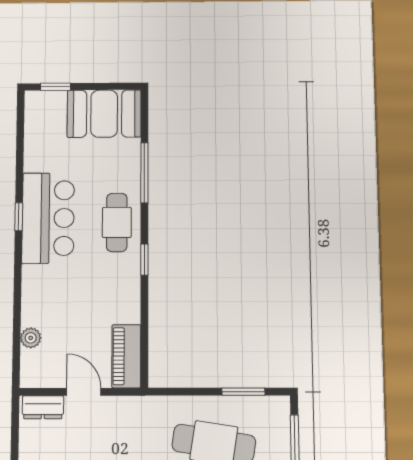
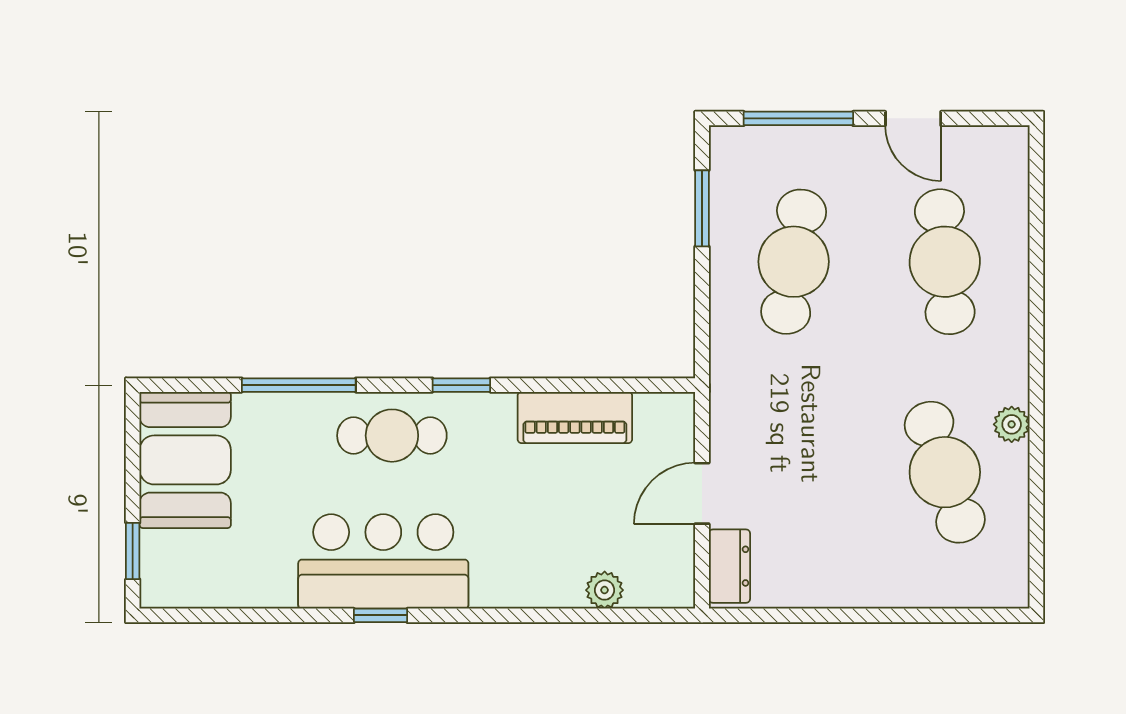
piano: (126, 356) -> (575, 417), moved

